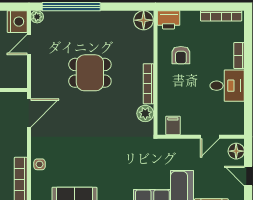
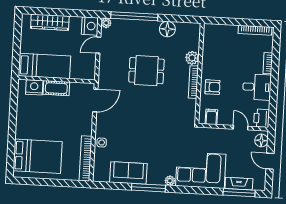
floor lamp: (144, 20) -> (167, 29), moved
printer: (169, 20) -> (262, 118), moved, turned 90
armchair: (181, 55) -> (212, 87), moved, turned -90
plant: (145, 113) -> (192, 58), moved
door: (210, 137) -> (241, 128), swing flipped

